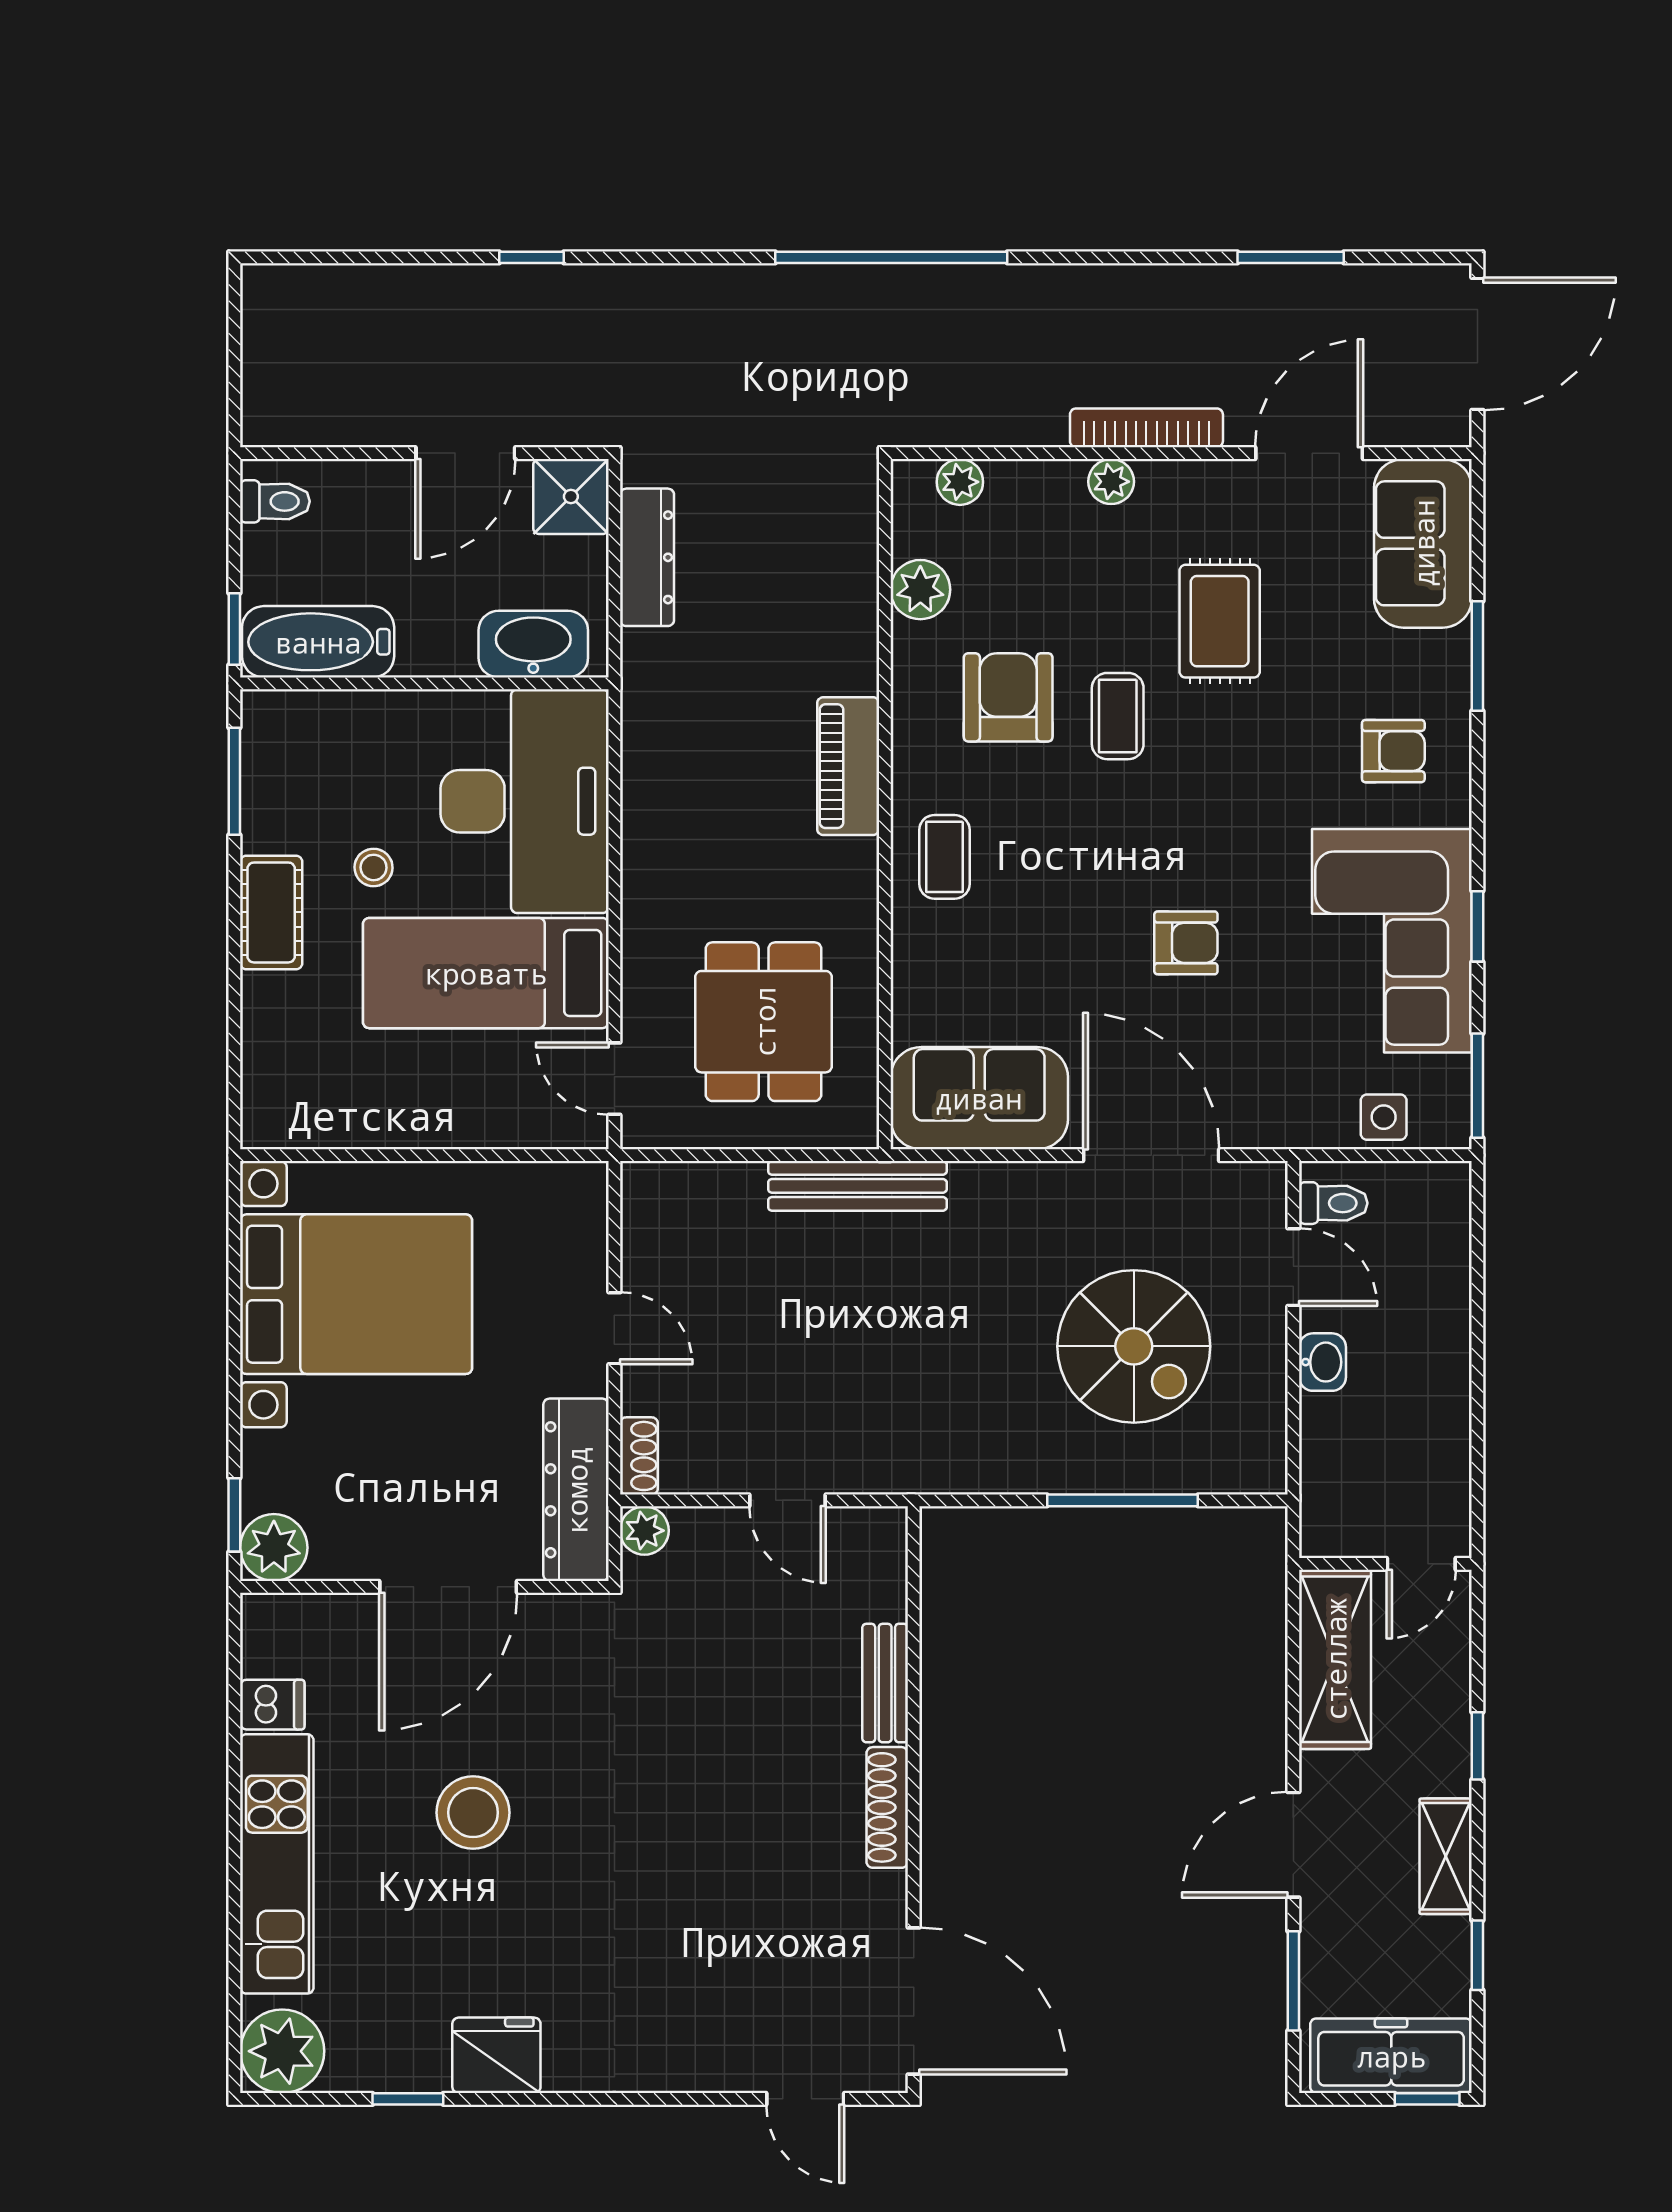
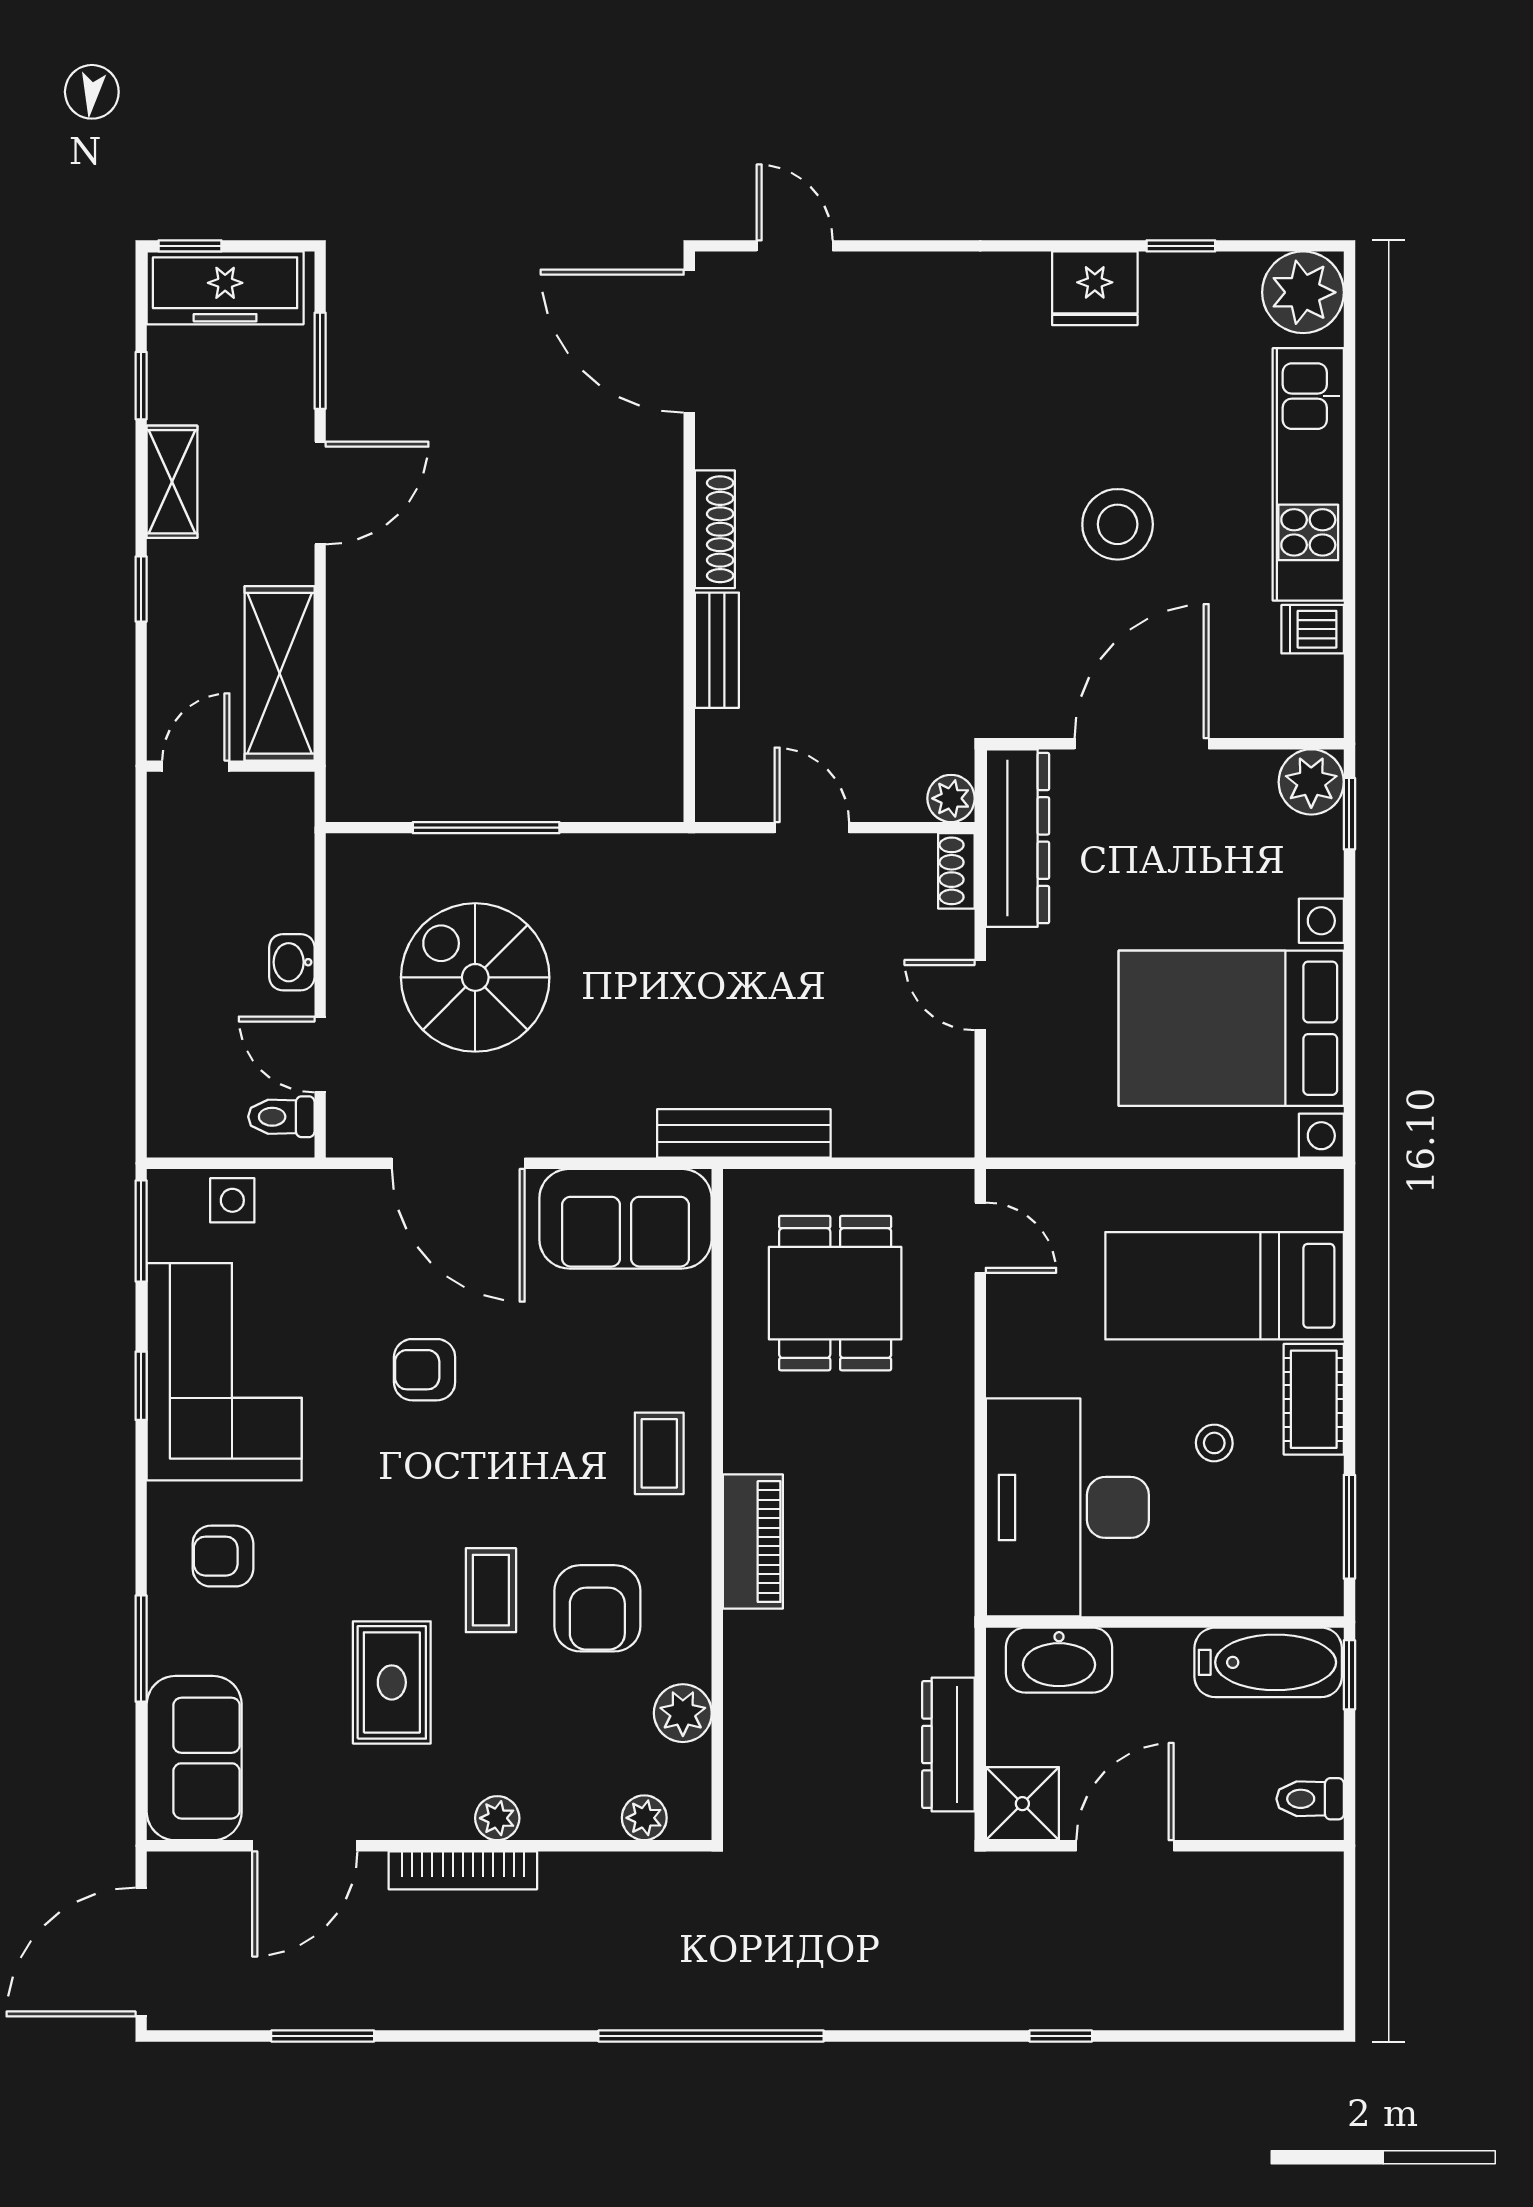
bed: (486, 973) -> (1225, 1286), moved, turned 180

